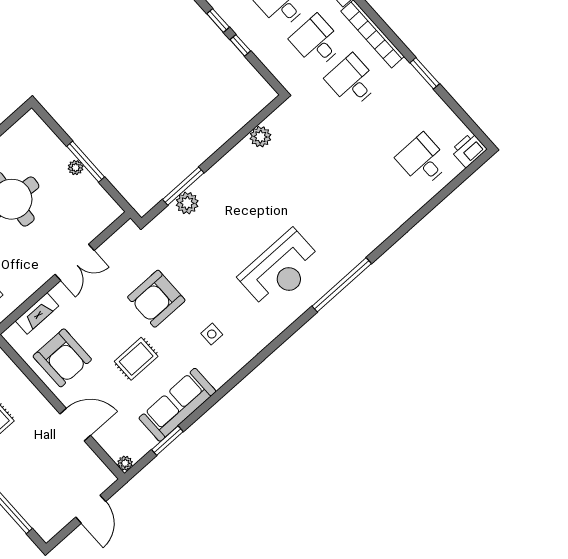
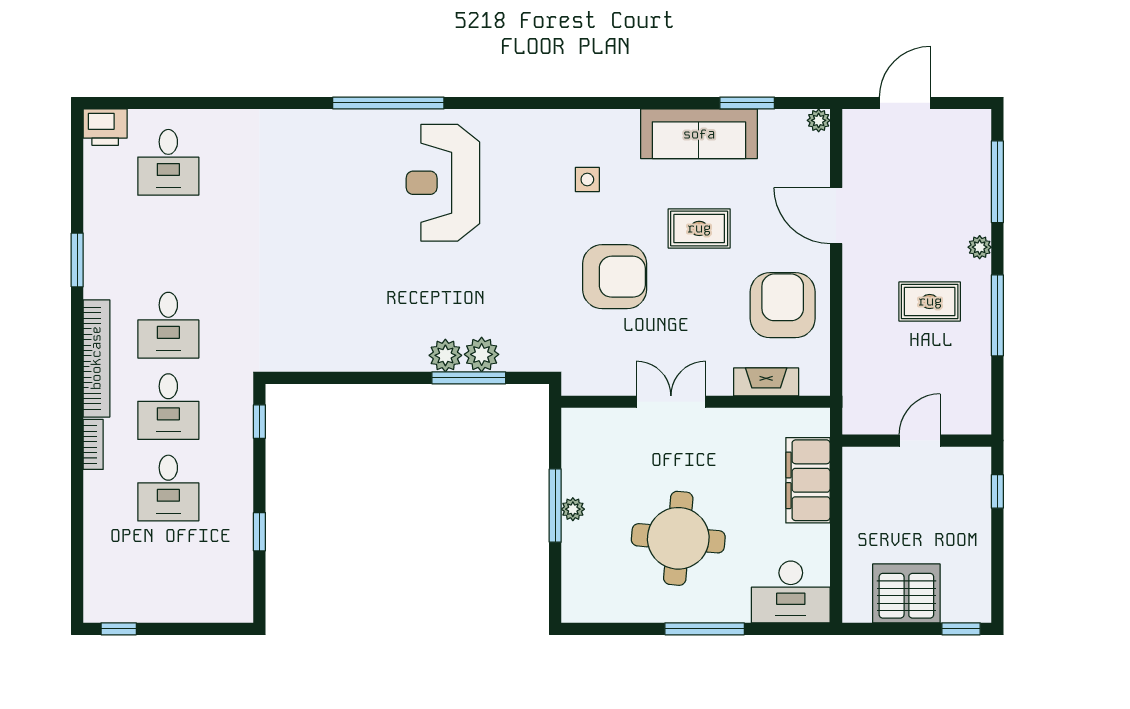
window: (240, 45) -> (259, 422), moved
plant: (260, 137) -> (445, 355), moved
reception desk: (281, 270) -> (443, 183), turned -90

